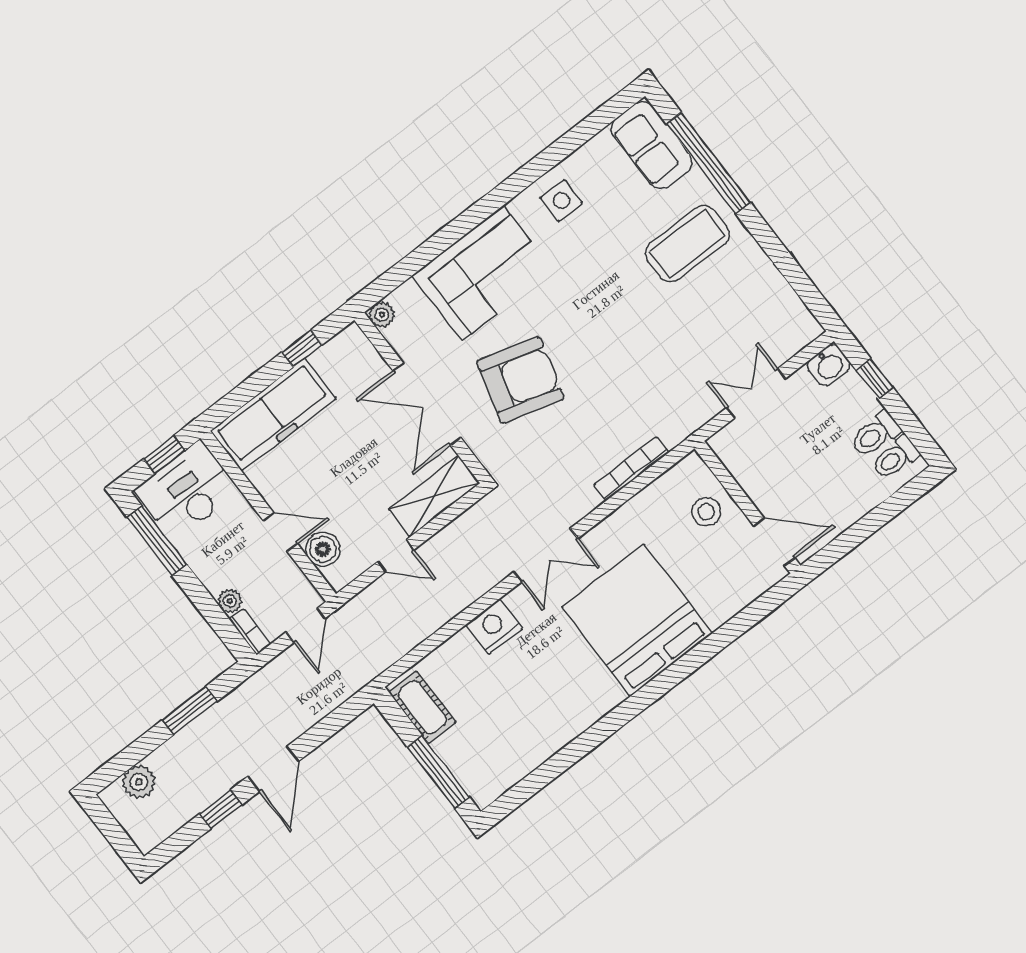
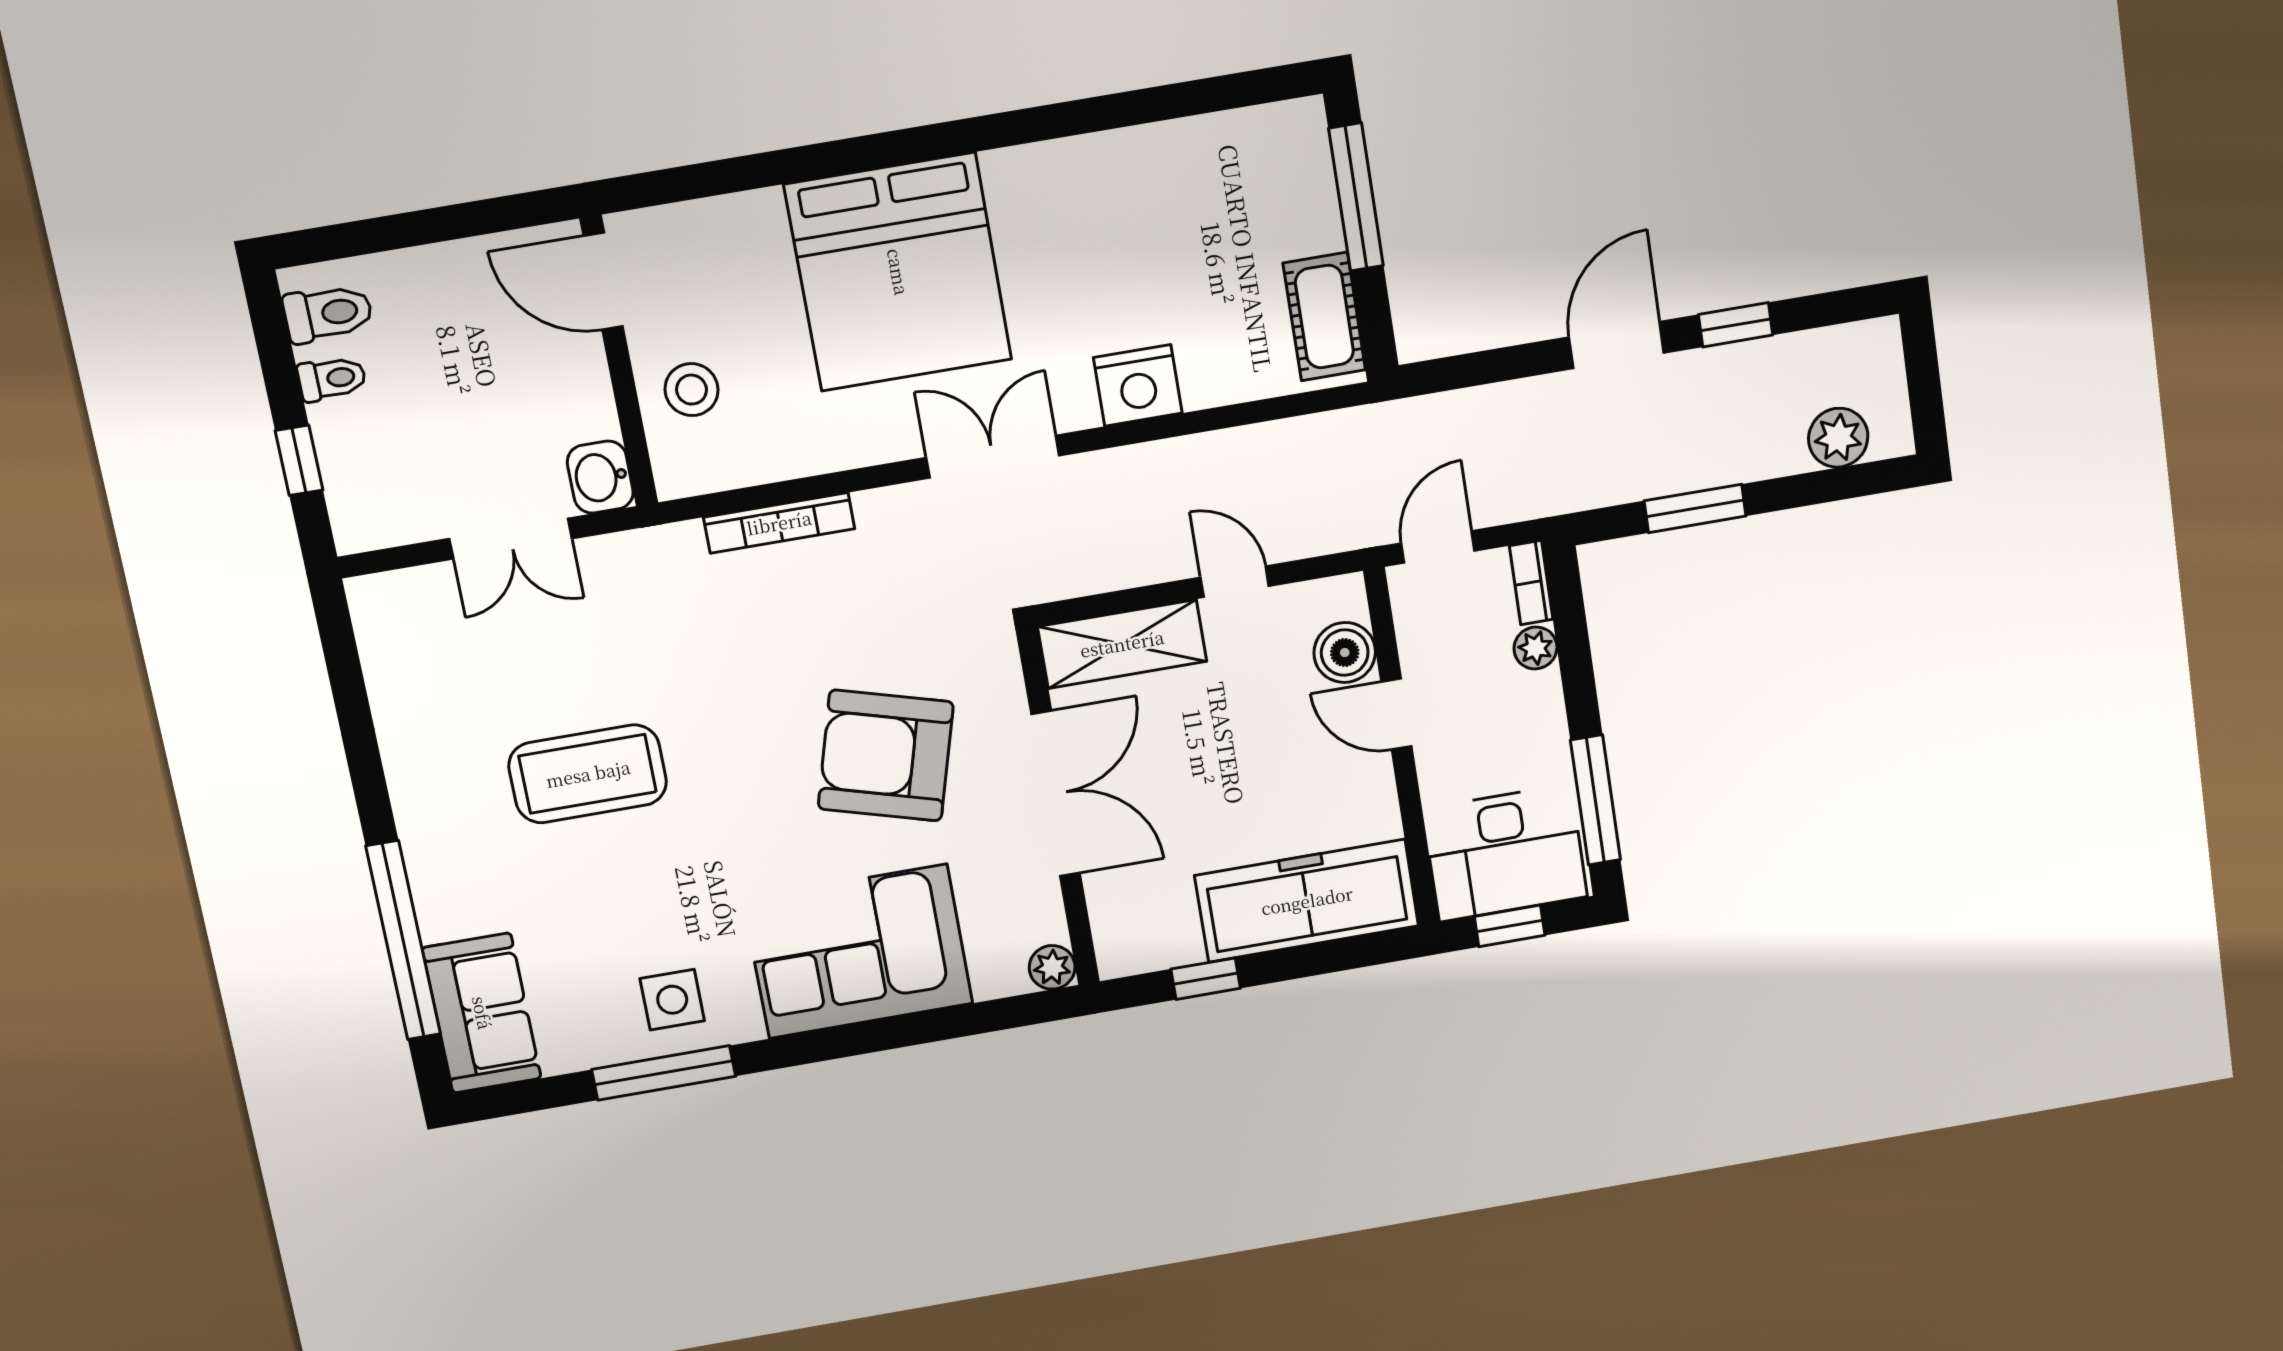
window: (547, 160) -> (664, 1073), added
coffee table: (687, 244) -> (588, 774), moved
washbasin: (829, 365) -> (600, 477), moved, turned -90
toilet: (876, 434) -> (332, 379), width x0.73, depth x0.72

